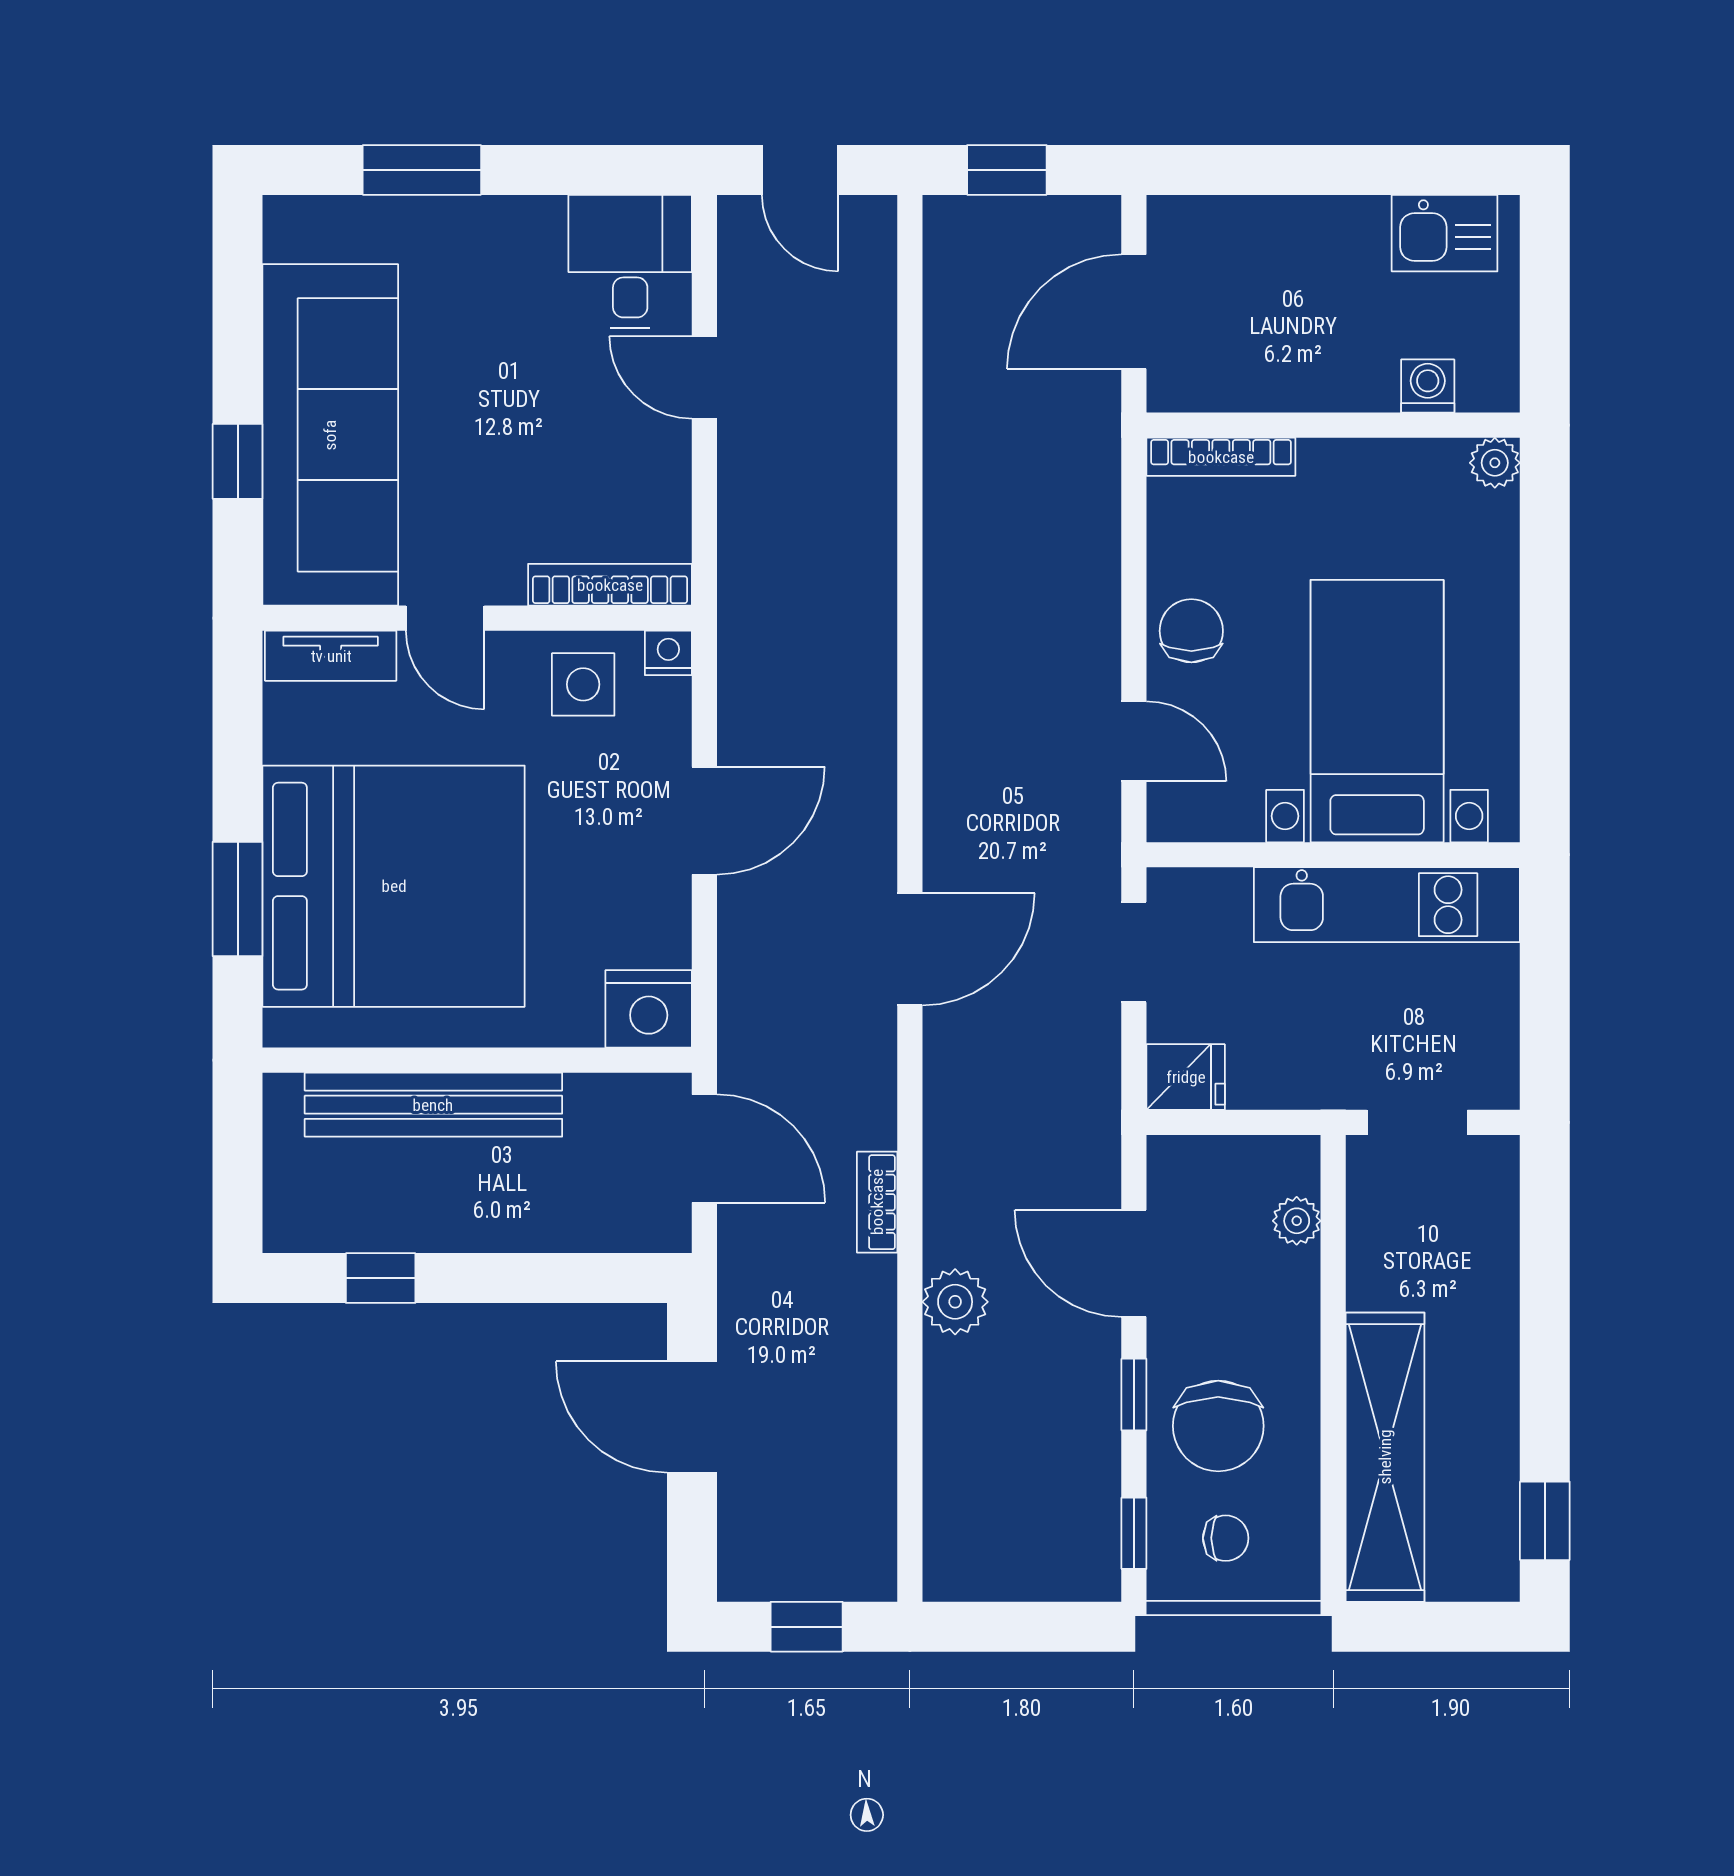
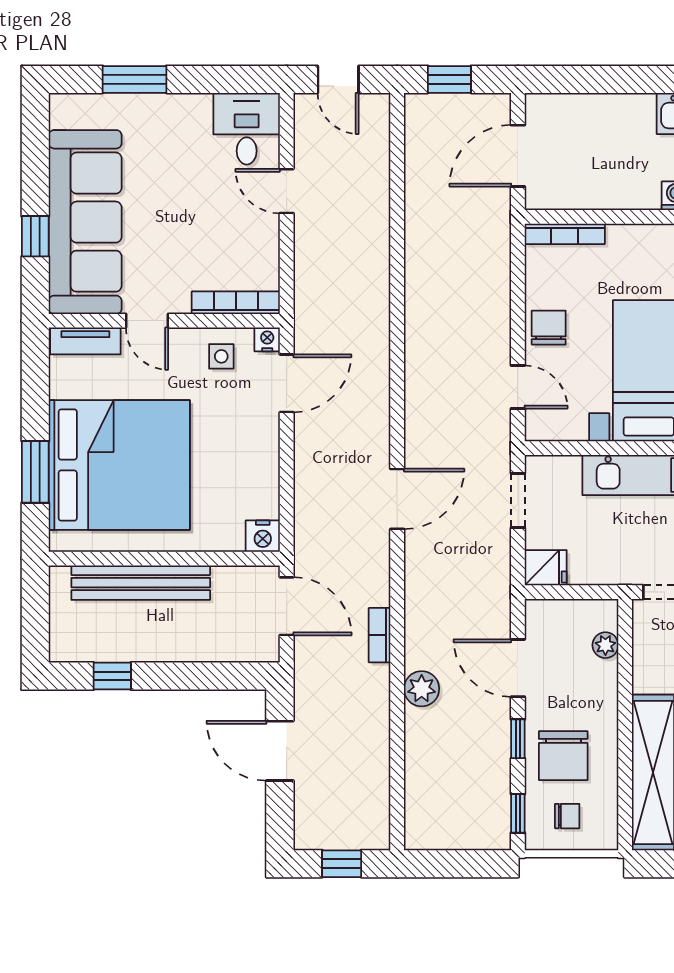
side table: (583, 684) -> (221, 356), width x0.73, depth x0.73
door: (704, 821) -> (287, 383), moved
nightstand: (649, 1009) -> (263, 536), width x0.74, depth x0.75

